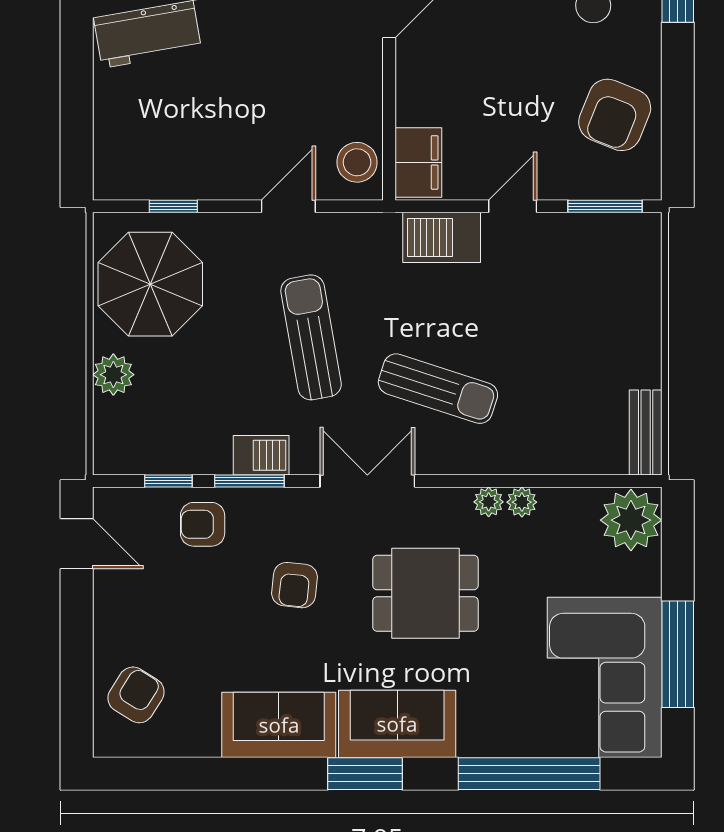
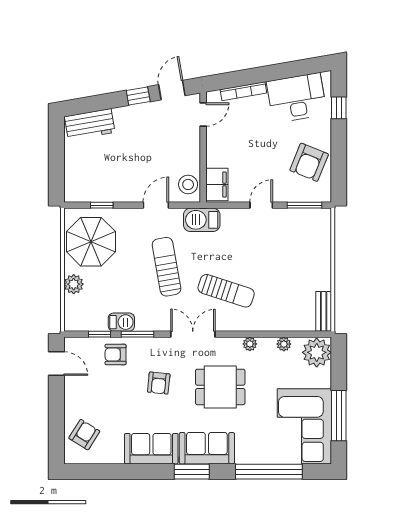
barbecue: (442, 237) -> (202, 220), moved
barbecue: (261, 455) -> (121, 322), moved
plant: (522, 502) -> (284, 344), moved

